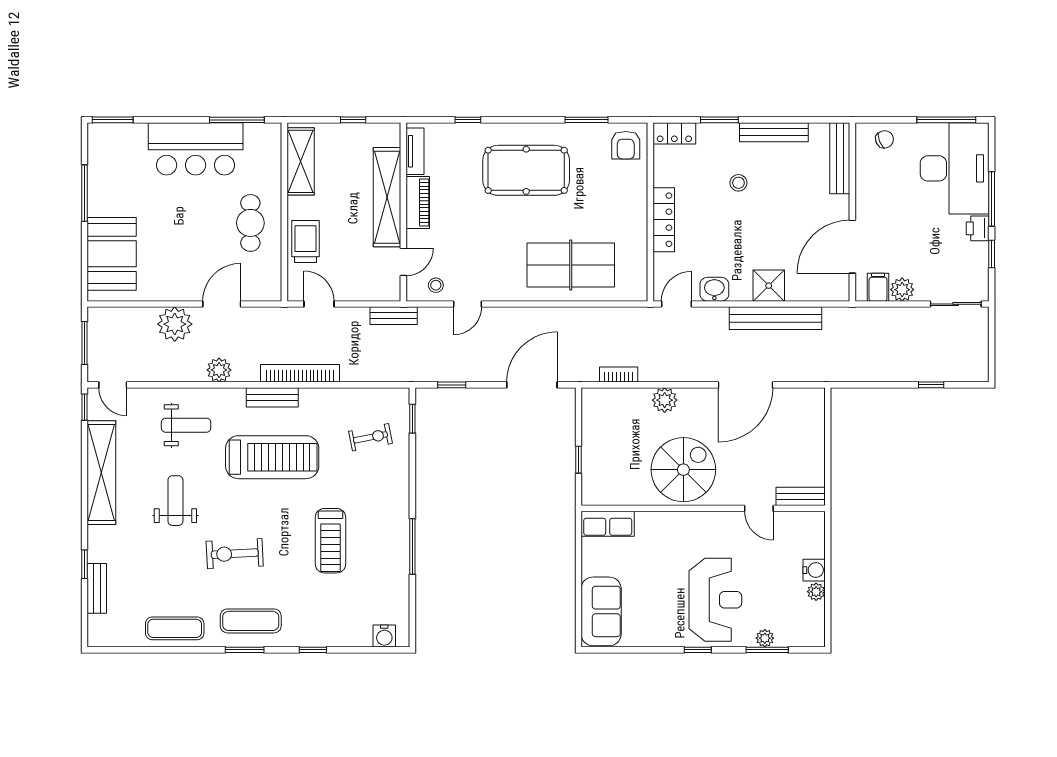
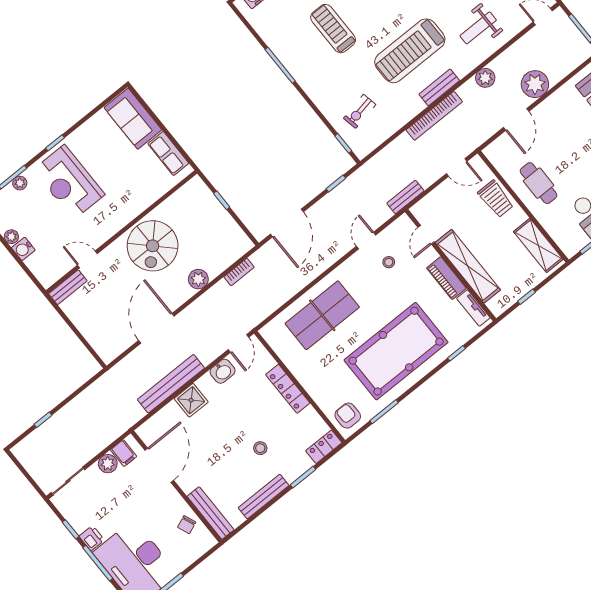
chair: (885, 139) -> (187, 525), moved
pool table: (526, 170) -> (396, 351), width x1.36, depth x1.32
stool: (436, 285) -> (389, 262), moved
row of seats: (608, 524) -> (168, 153), moved, turned -90

